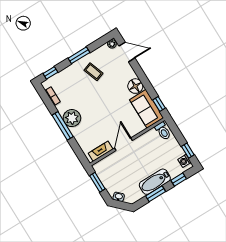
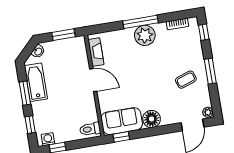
bathtub: (155, 182) -> (36, 82), moved

